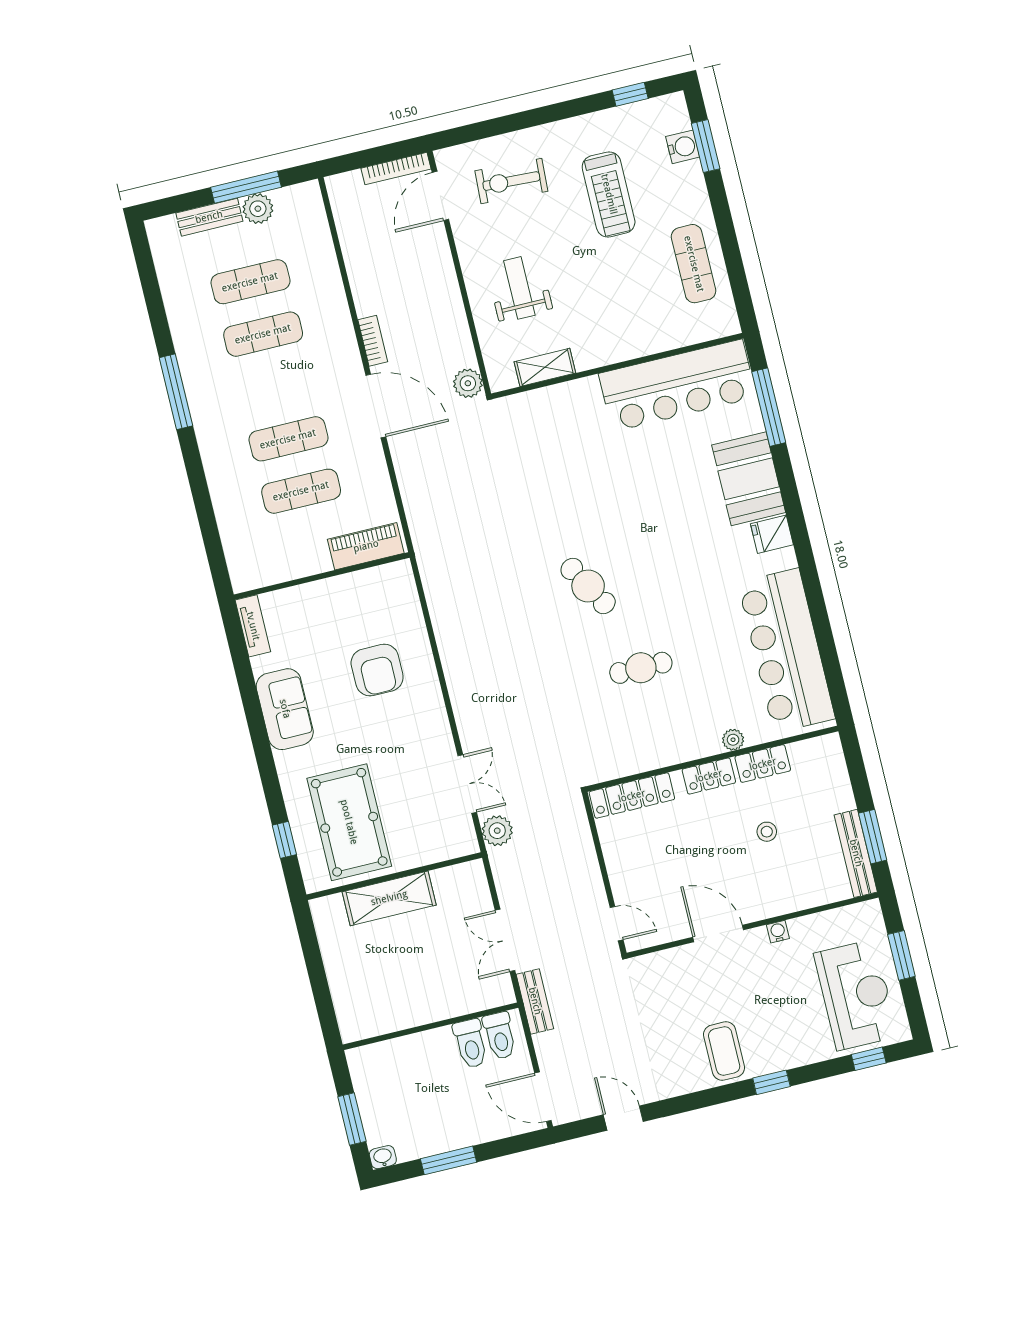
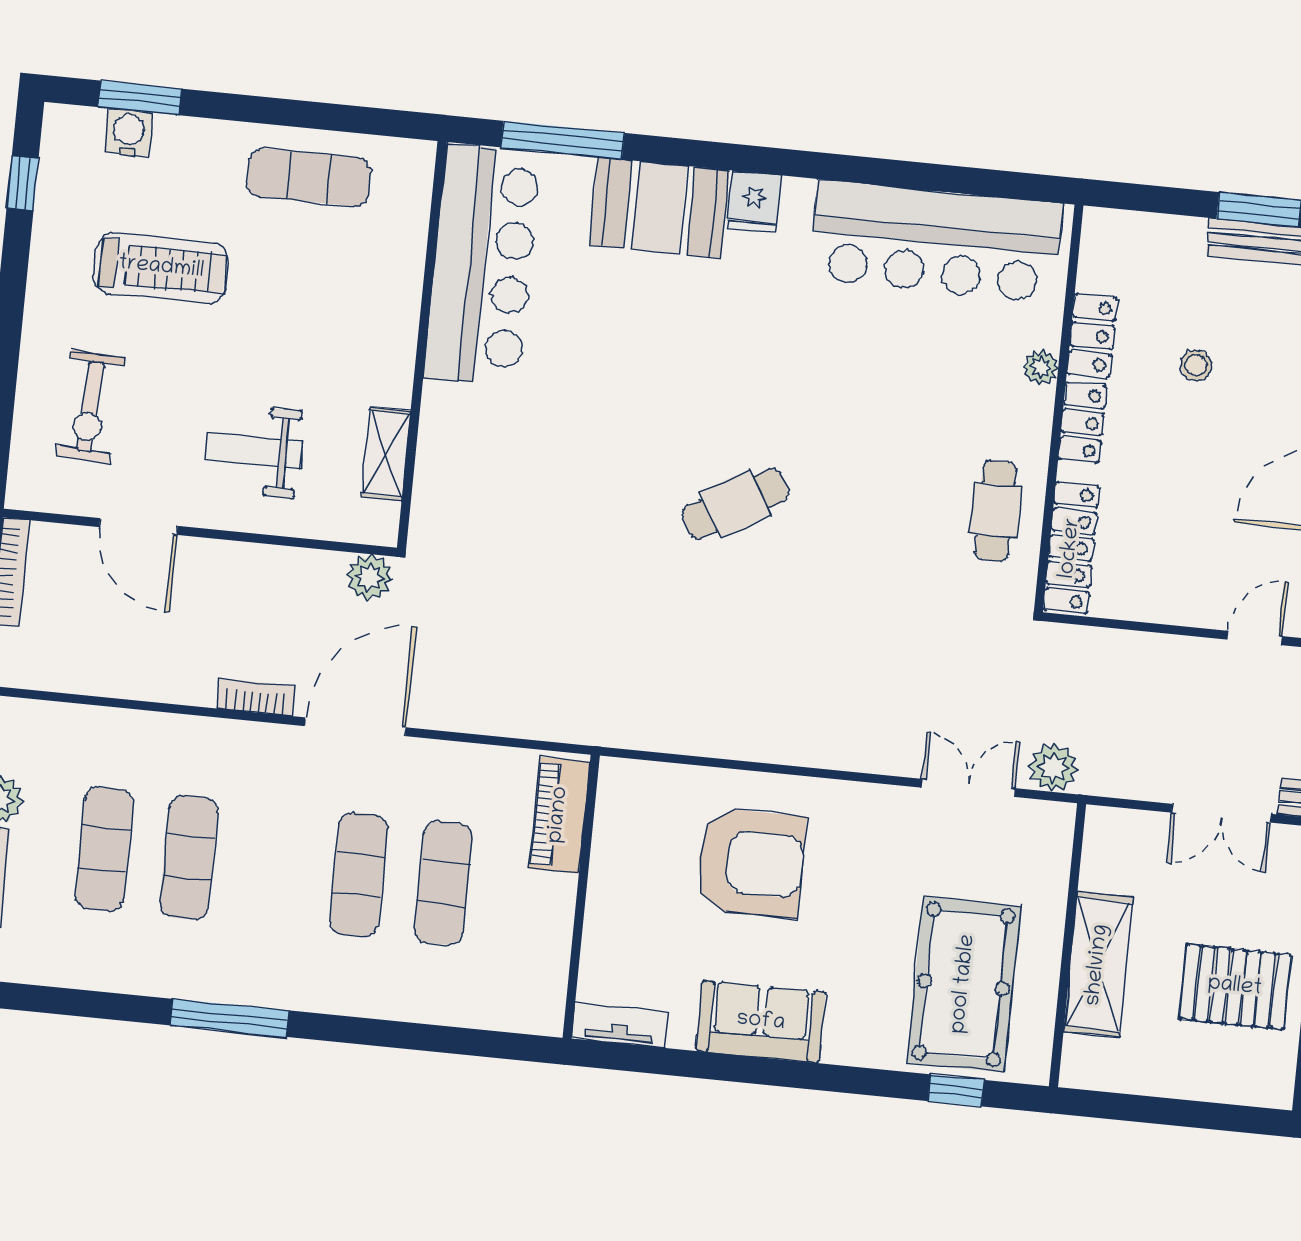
door: (440, 196) -> (139, 526), moved
cafe table: (641, 668) -> (995, 510), moved
armchair: (377, 670) -> (751, 863), width x1.36, depth x1.36
pool table: (349, 822) -> (964, 984), turned 90
pallet: (404, 985) -> (1235, 987), added

